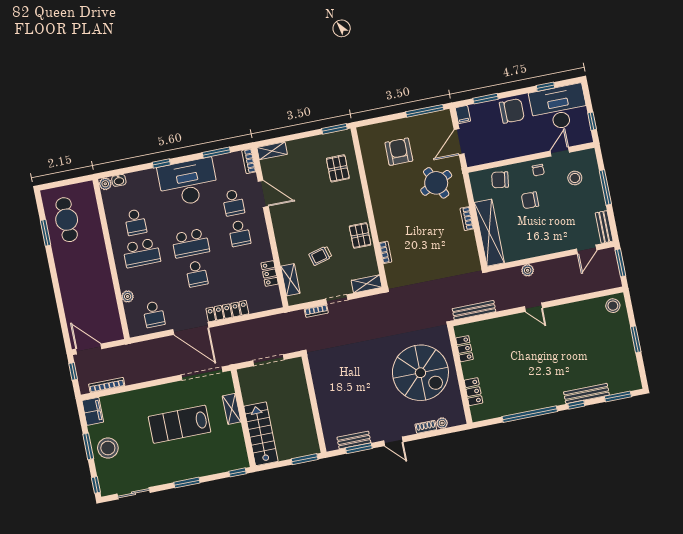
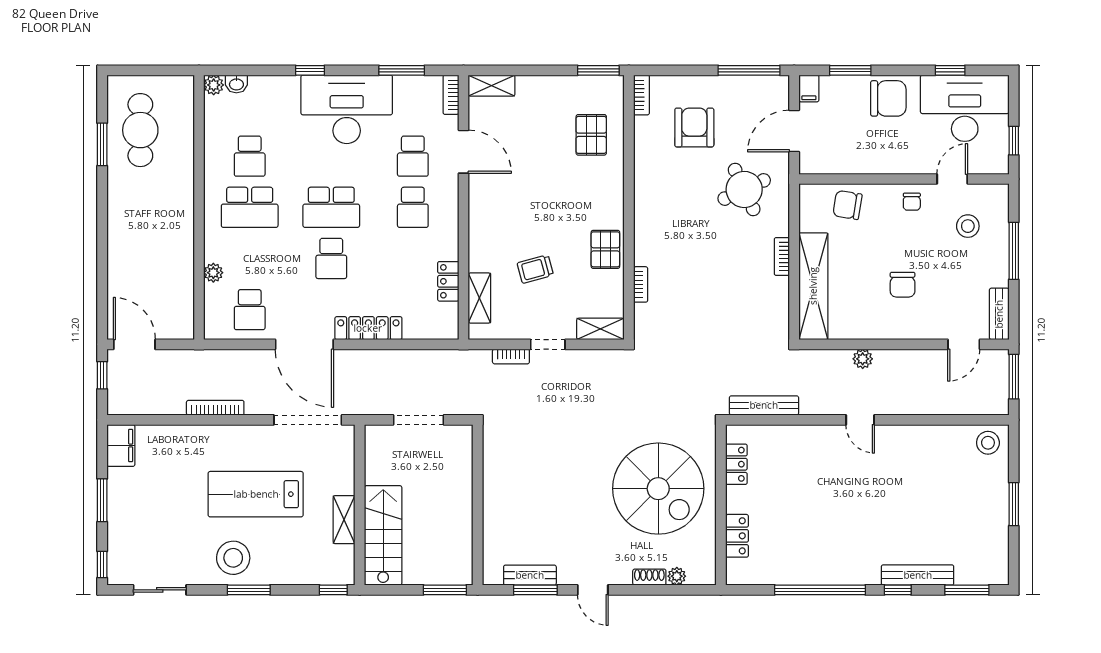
bookcase: (363, 138) -> (641, 95), added
chair: (530, 200) -> (903, 285), moved, turned -90
bookcase: (107, 385) -> (215, 408), moved
shelving: (232, 409) -> (344, 520), moved
stool: (108, 448) -> (233, 558), moved

